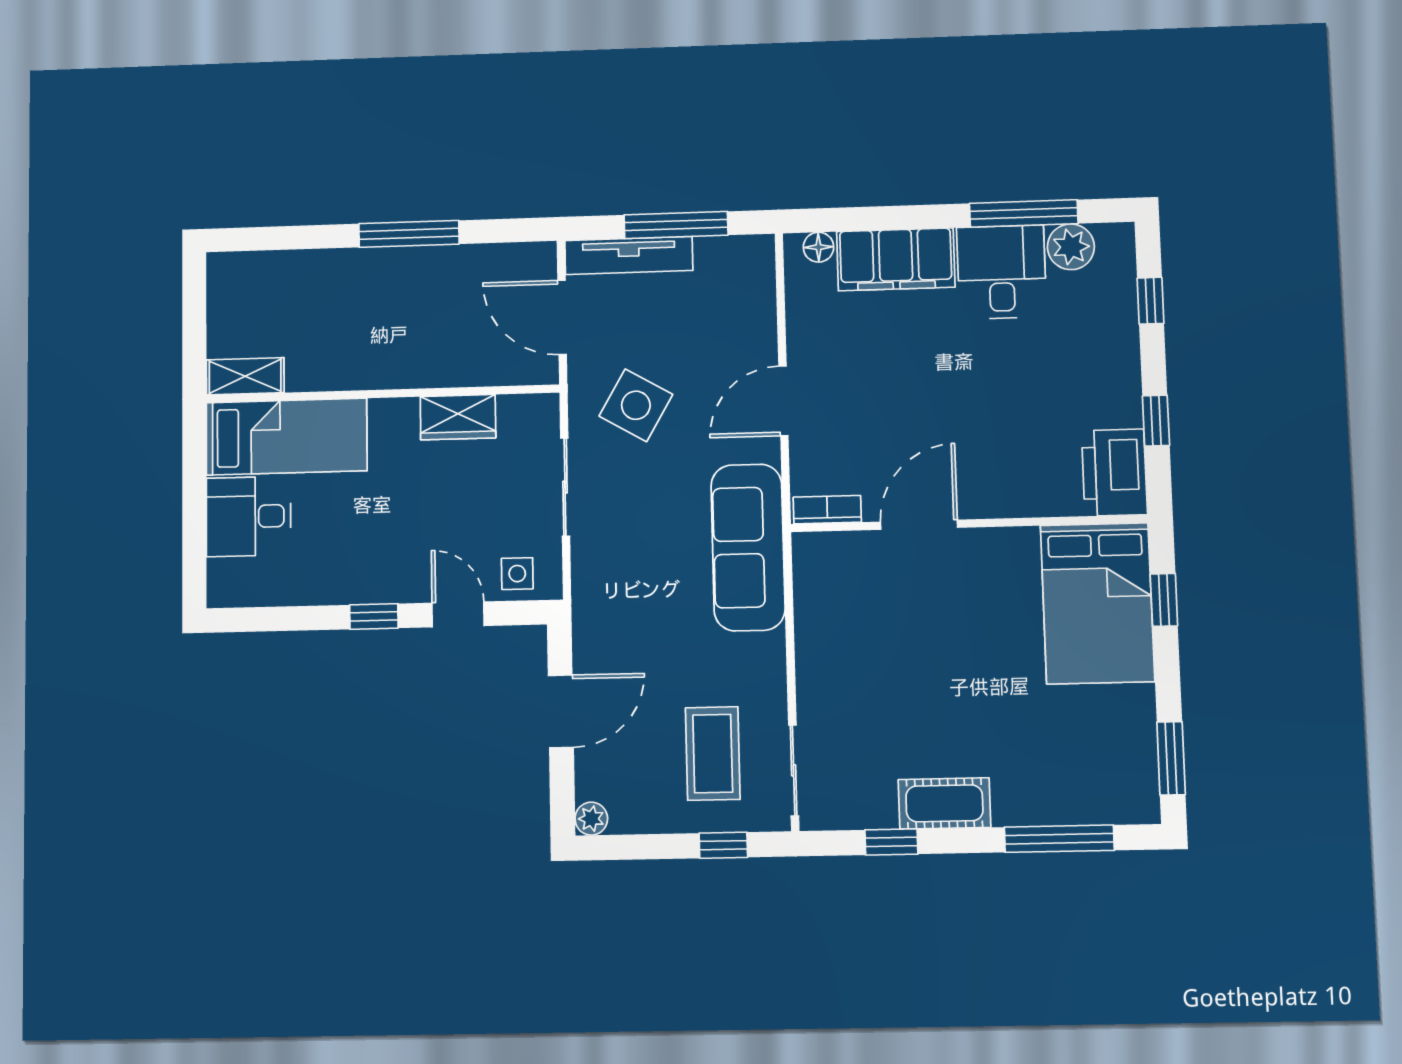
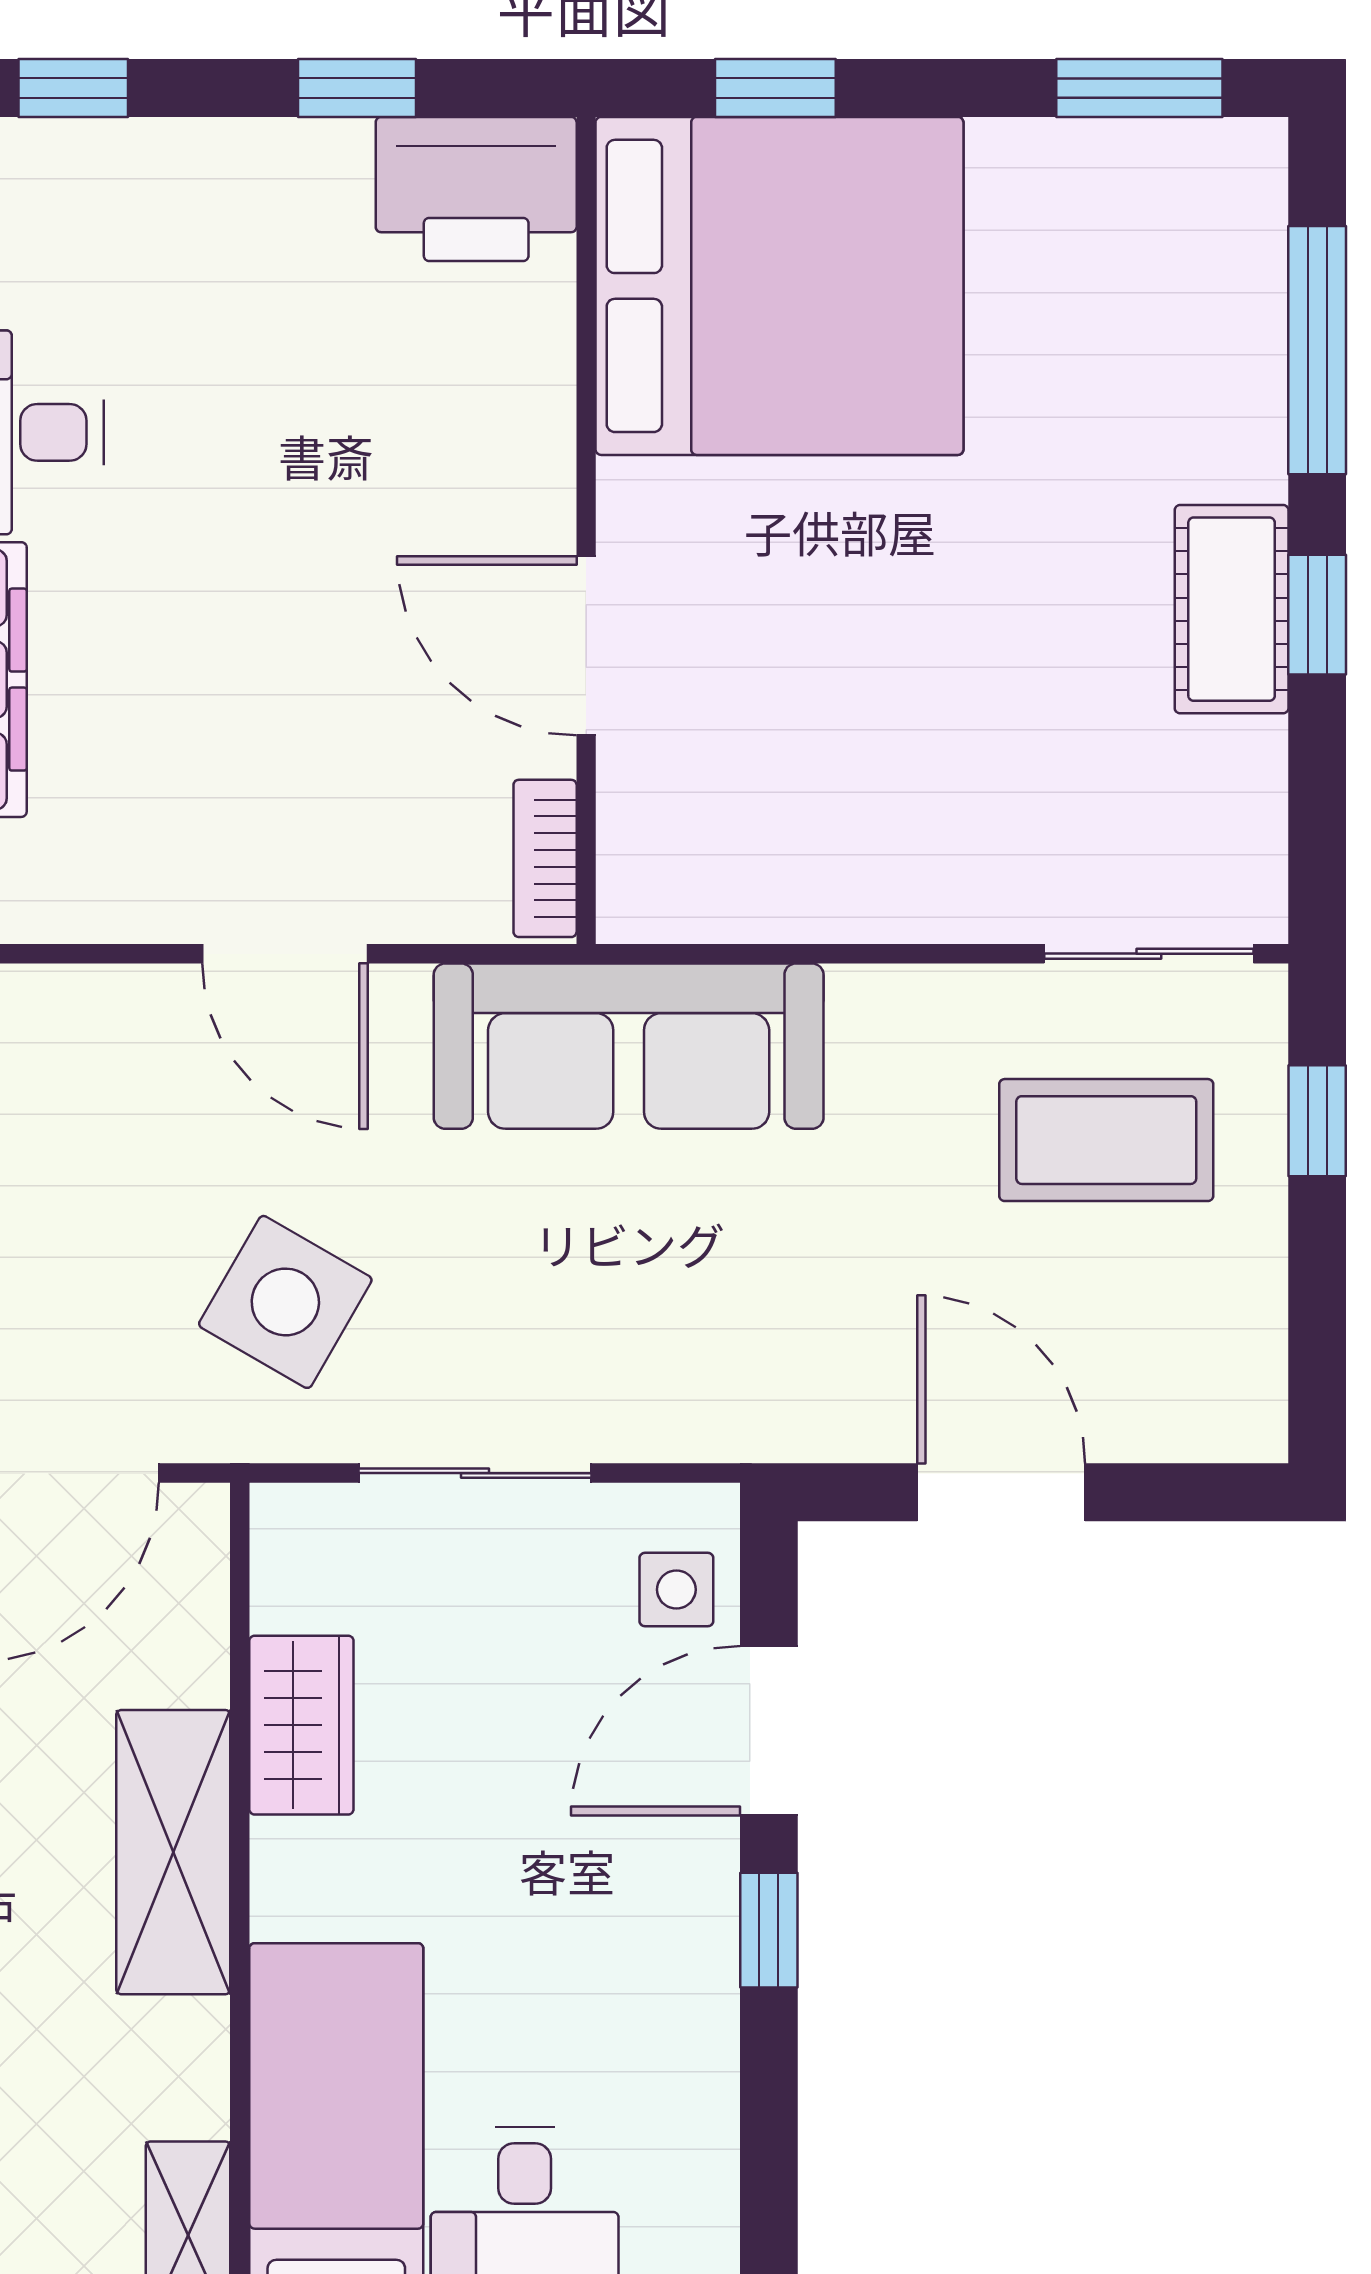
shelving: (404, 365) -> (173, 1852), added
bed: (1097, 603) -> (779, 286), width x1.36
door: (458, 614) -> (769, 1731), width x1.38
plant: (591, 819) -> (1250, 1426), removed
window: (891, 842) -> (1317, 615), moved

